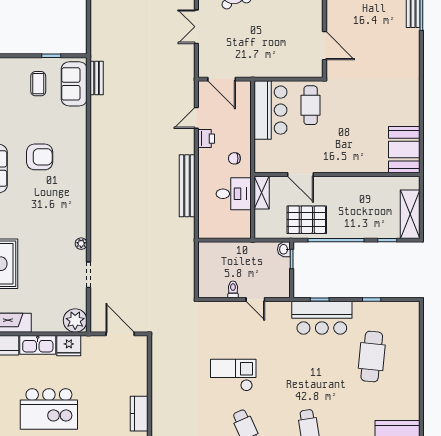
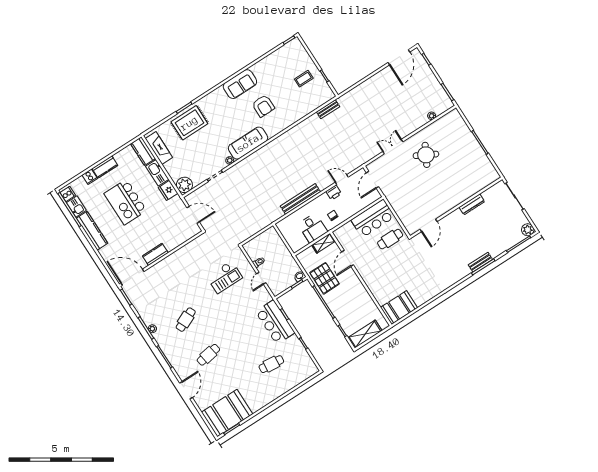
sofa: (74, 84) -> (248, 143), moved, width x1.36
door: (120, 334) -> (193, 215), hinge flipped
cafe table: (372, 357) -> (271, 364), width x0.73, depth x0.74
checkout: (233, 375) -> (225, 277), moved, turned 90

